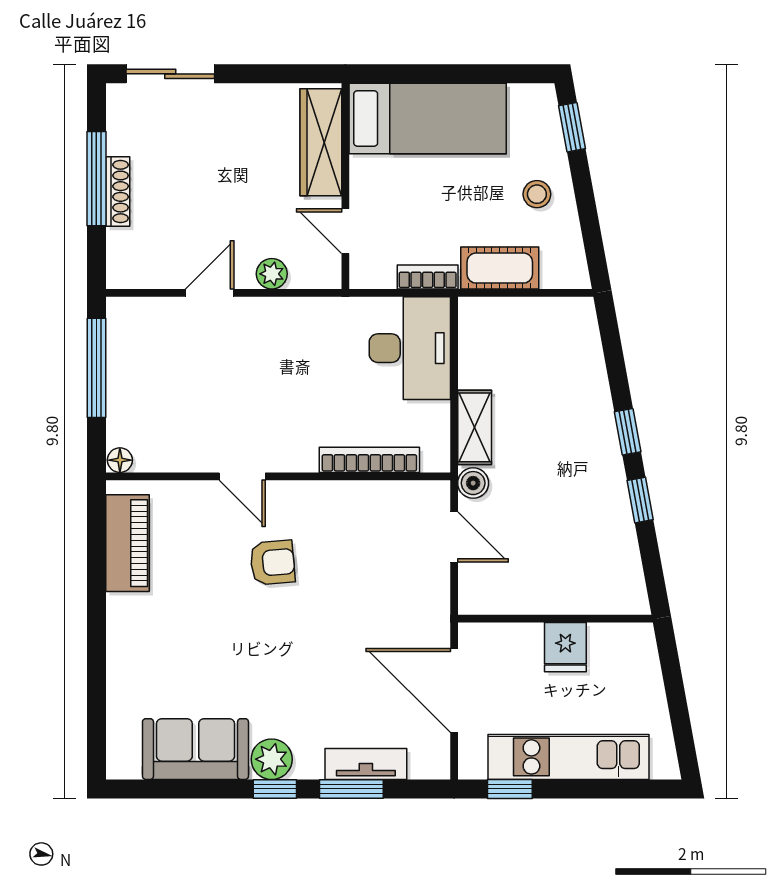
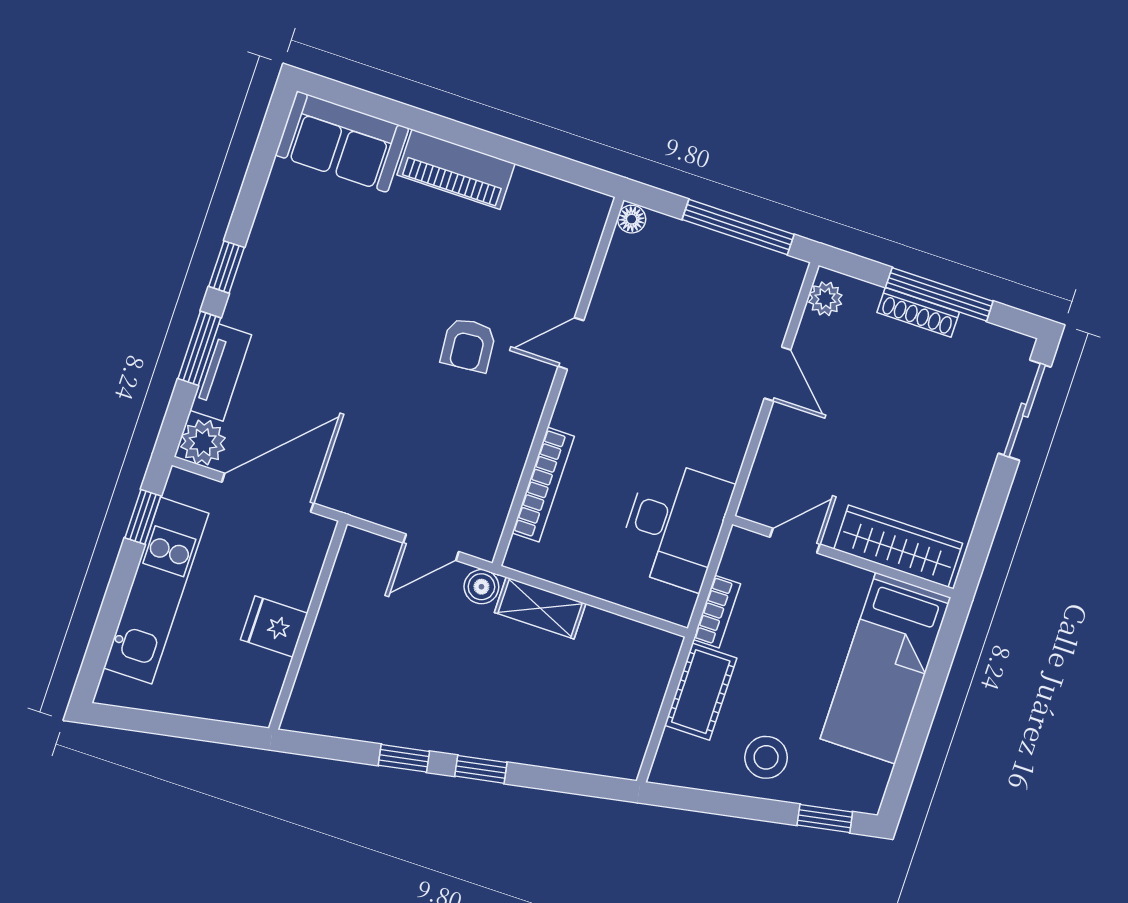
stool: (537, 194) -> (766, 757), width x1.37, depth x1.37
plant: (272, 274) -> (825, 299), moved
desk: (410, 348) -> (675, 525), moved, turned -90
piano: (127, 543) -> (456, 169), moved
sofa: (195, 749) -> (342, 142), moved, turned 90
plant: (272, 759) -> (203, 442), moved

